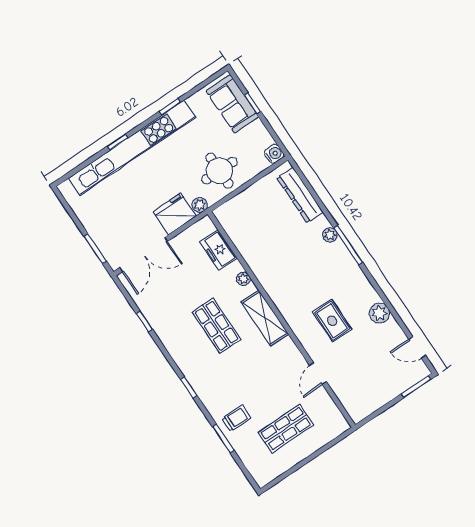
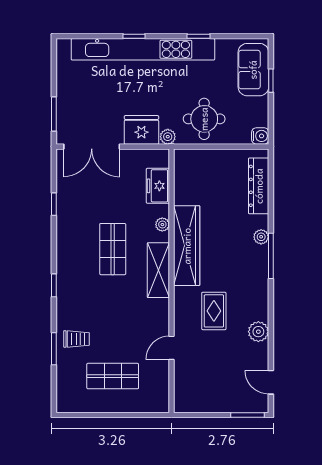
wardrobe: (274, 283) -> (187, 246), added

